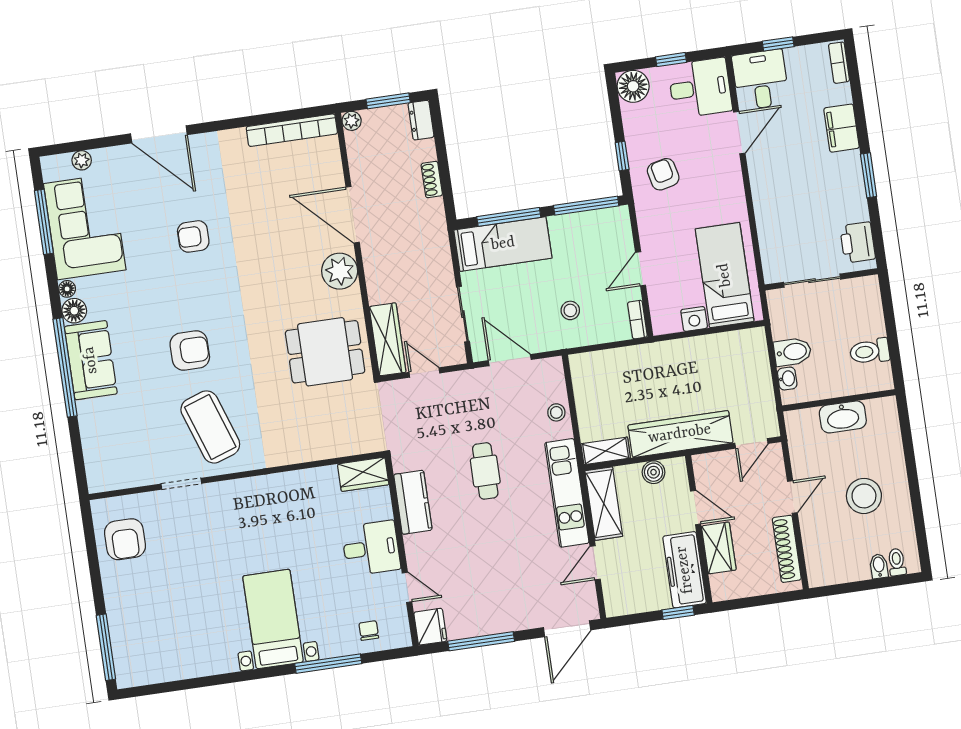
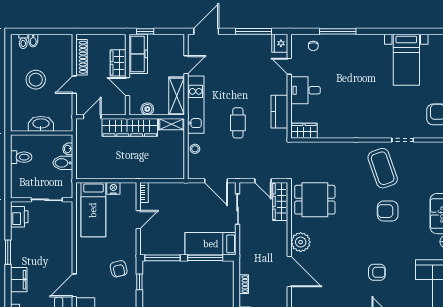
stool: (570, 310) -> (179, 203), removed
bed with nightstands: (273, 619) -> (406, 60), moved

